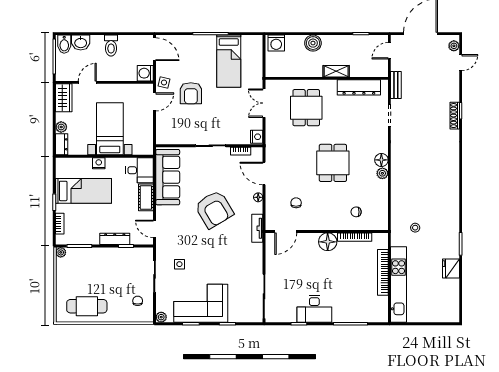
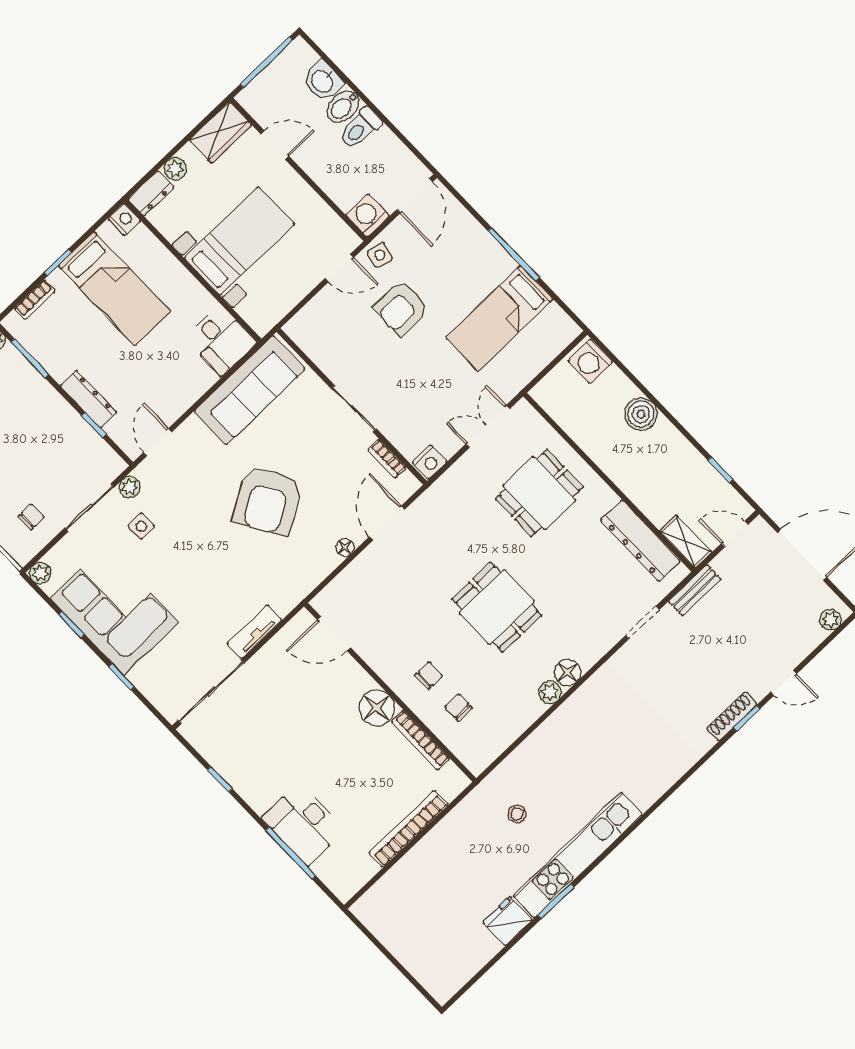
bidet: (64, 44) -> (343, 107), moved
door: (461, 63) -> (784, 683), moved
shelving: (336, 71) -> (686, 542), moved
nightstand: (99, 163) -> (124, 220), moved
dining table: (333, 163) -> (497, 607), turned 90
cot: (146, 197) -> (191, 387), removed
chair: (296, 203) -> (429, 676), moved
tv unit: (257, 228) -> (254, 632), moved
plant: (161, 255) -> (130, 487), added
kitchen unit: (398, 285) -> (578, 855), moved, turned 180
desk: (314, 309) -> (303, 824), moved

